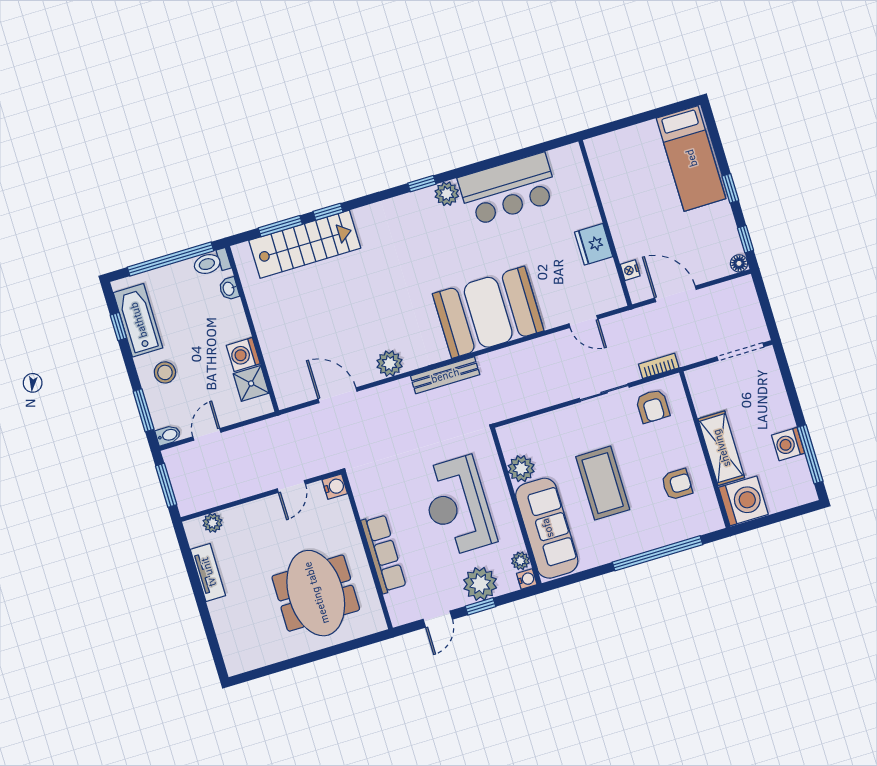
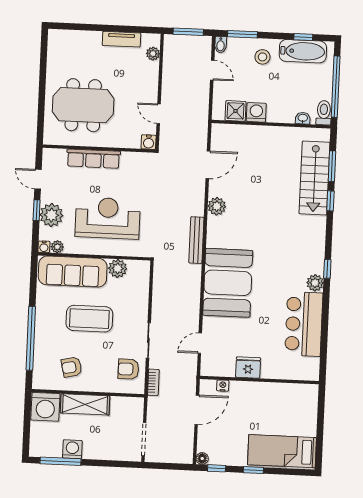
armchair: (677, 484) -> (72, 367), turned 77

